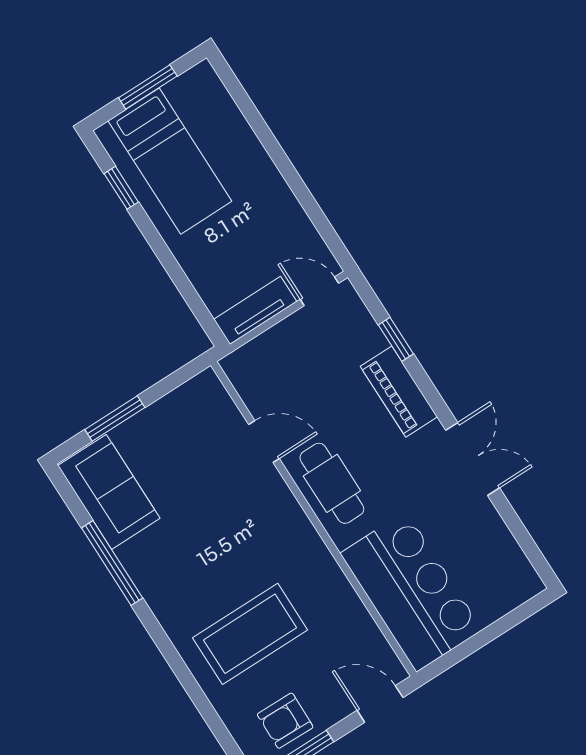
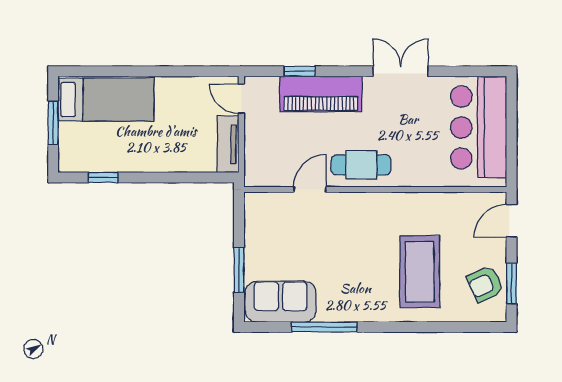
bed: (170, 161) -> (106, 100), moved
door: (319, 291) -> (241, 99), hinge flipped
piano: (399, 392) -> (321, 94), width x1.37, depth x1.33
bar counter: (411, 592) -> (479, 127), moved, turned -90
armchair: (285, 721) -> (485, 284), turned 65

